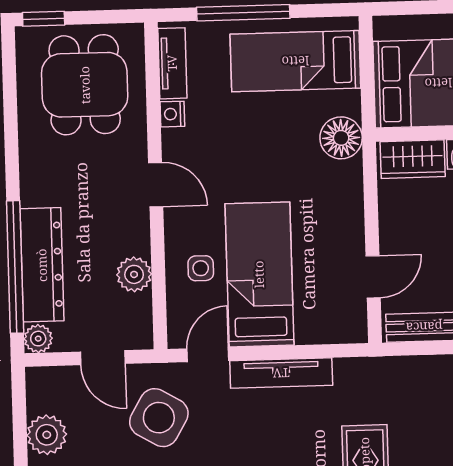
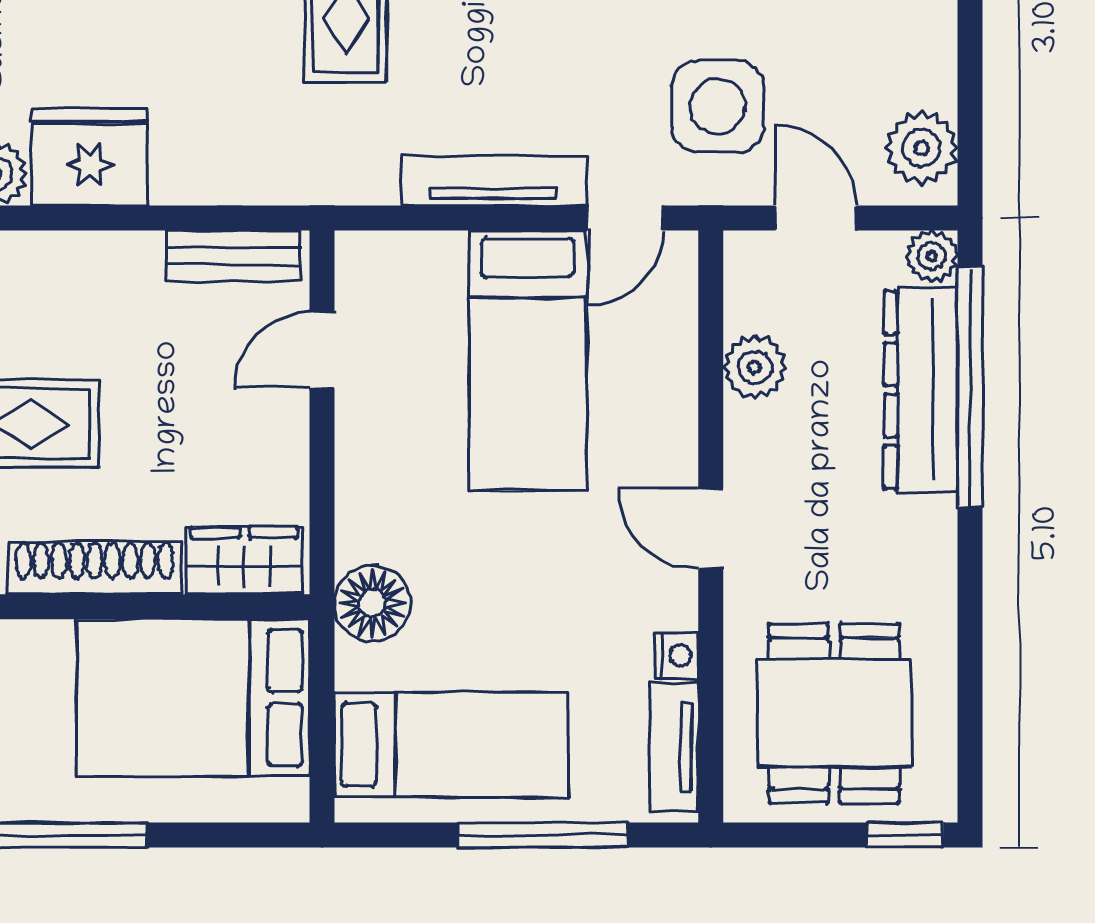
side table: (201, 268) -> (634, 375), removed
side table: (159, 418) -> (718, 106), turned -30
plant: (47, 435) -> (922, 148), moved

